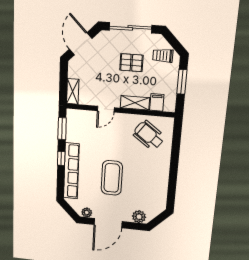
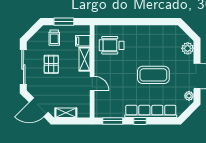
trolley: (163, 56) -> (54, 38), moved
shelving: (73, 91) -> (66, 113), moved
wheelchair: (149, 135) -> (112, 45), turned 54

